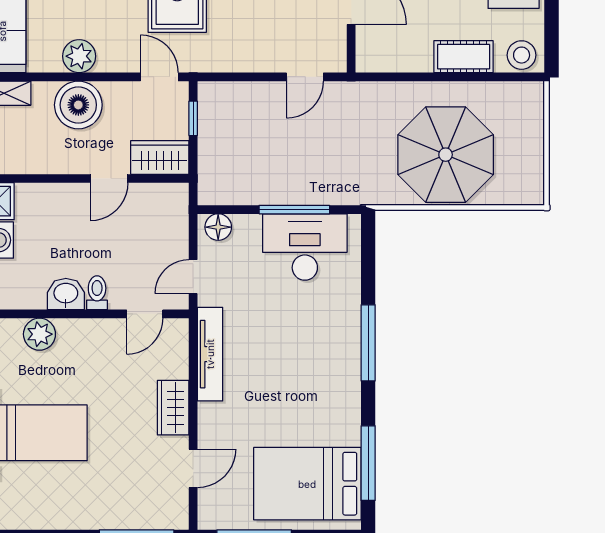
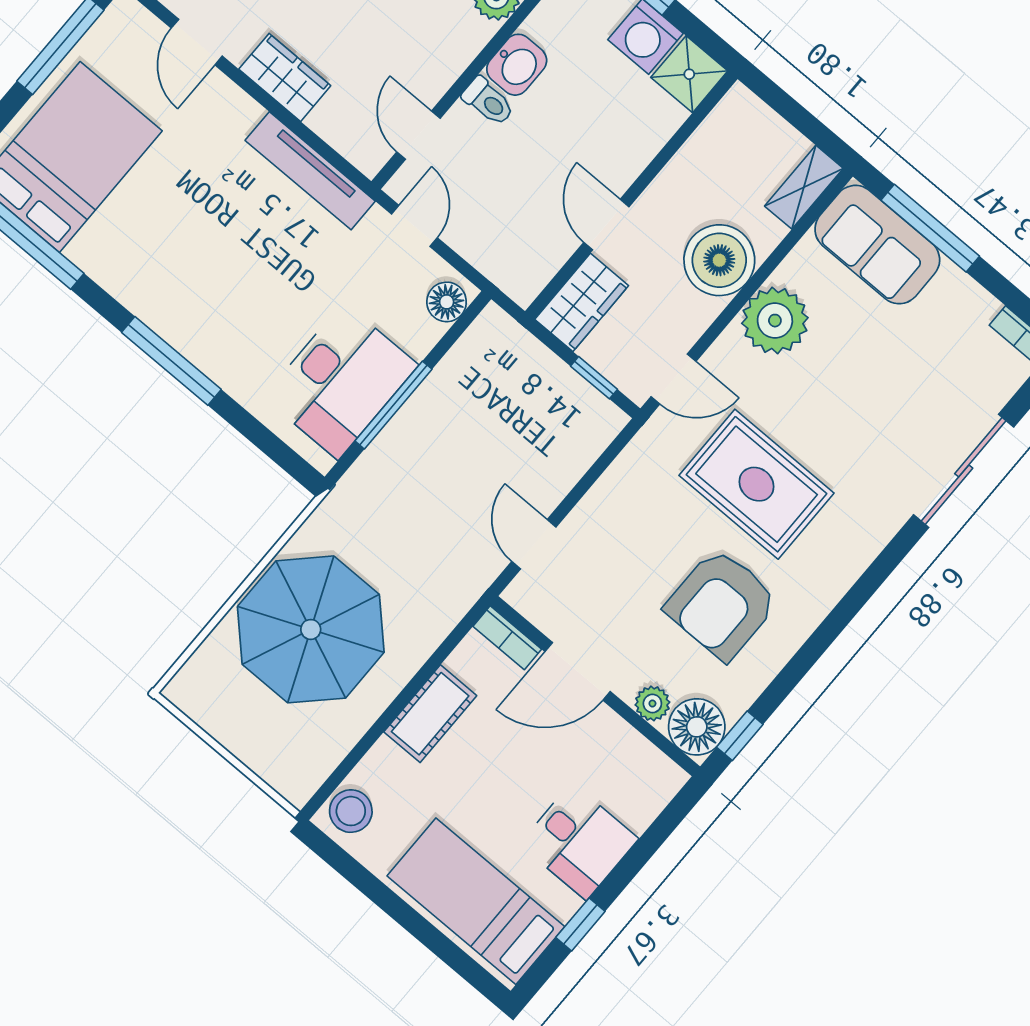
bookcase: (364, 50) -> (507, 638), added
plant: (79, 56) -> (775, 321), width x1.36, depth x1.36
cot: (464, 57) -> (430, 714), moved

